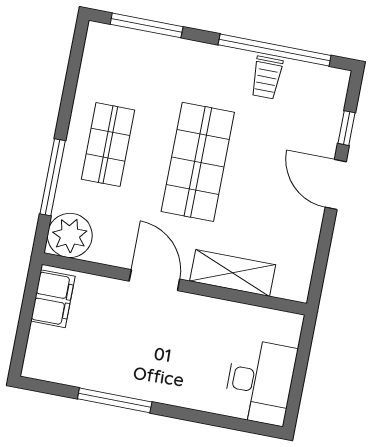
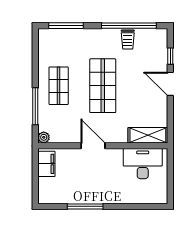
plant: (70, 235) -> (44, 137), width x0.53, depth x0.53
shelving: (233, 273) -> (148, 135), moved
desk: (260, 382) -> (143, 164), moved, turned -90

